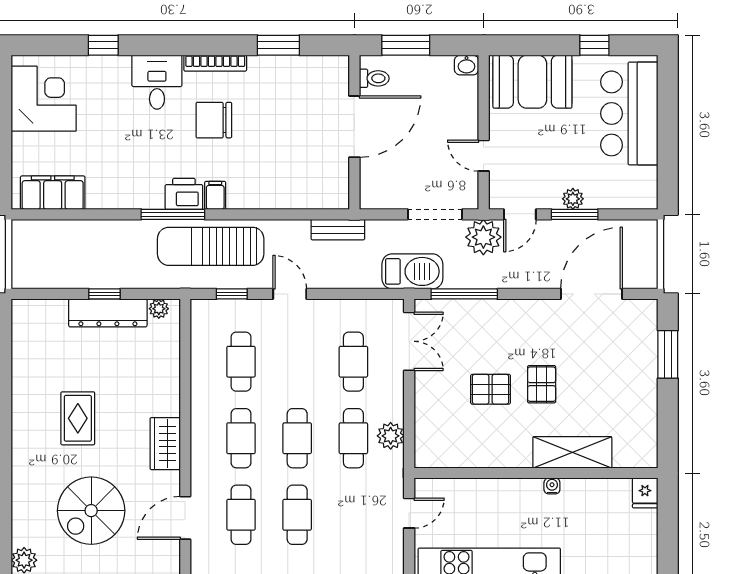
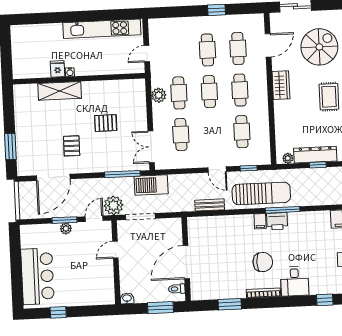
booth: (532, 82) -> (91, 291), removed
door: (484, 156) -> (115, 250), swing flipped
bench: (338, 230) -> (210, 205), moved
pallet: (542, 384) -> (72, 146), moved
fridge: (645, 493) -> (57, 69), moved

